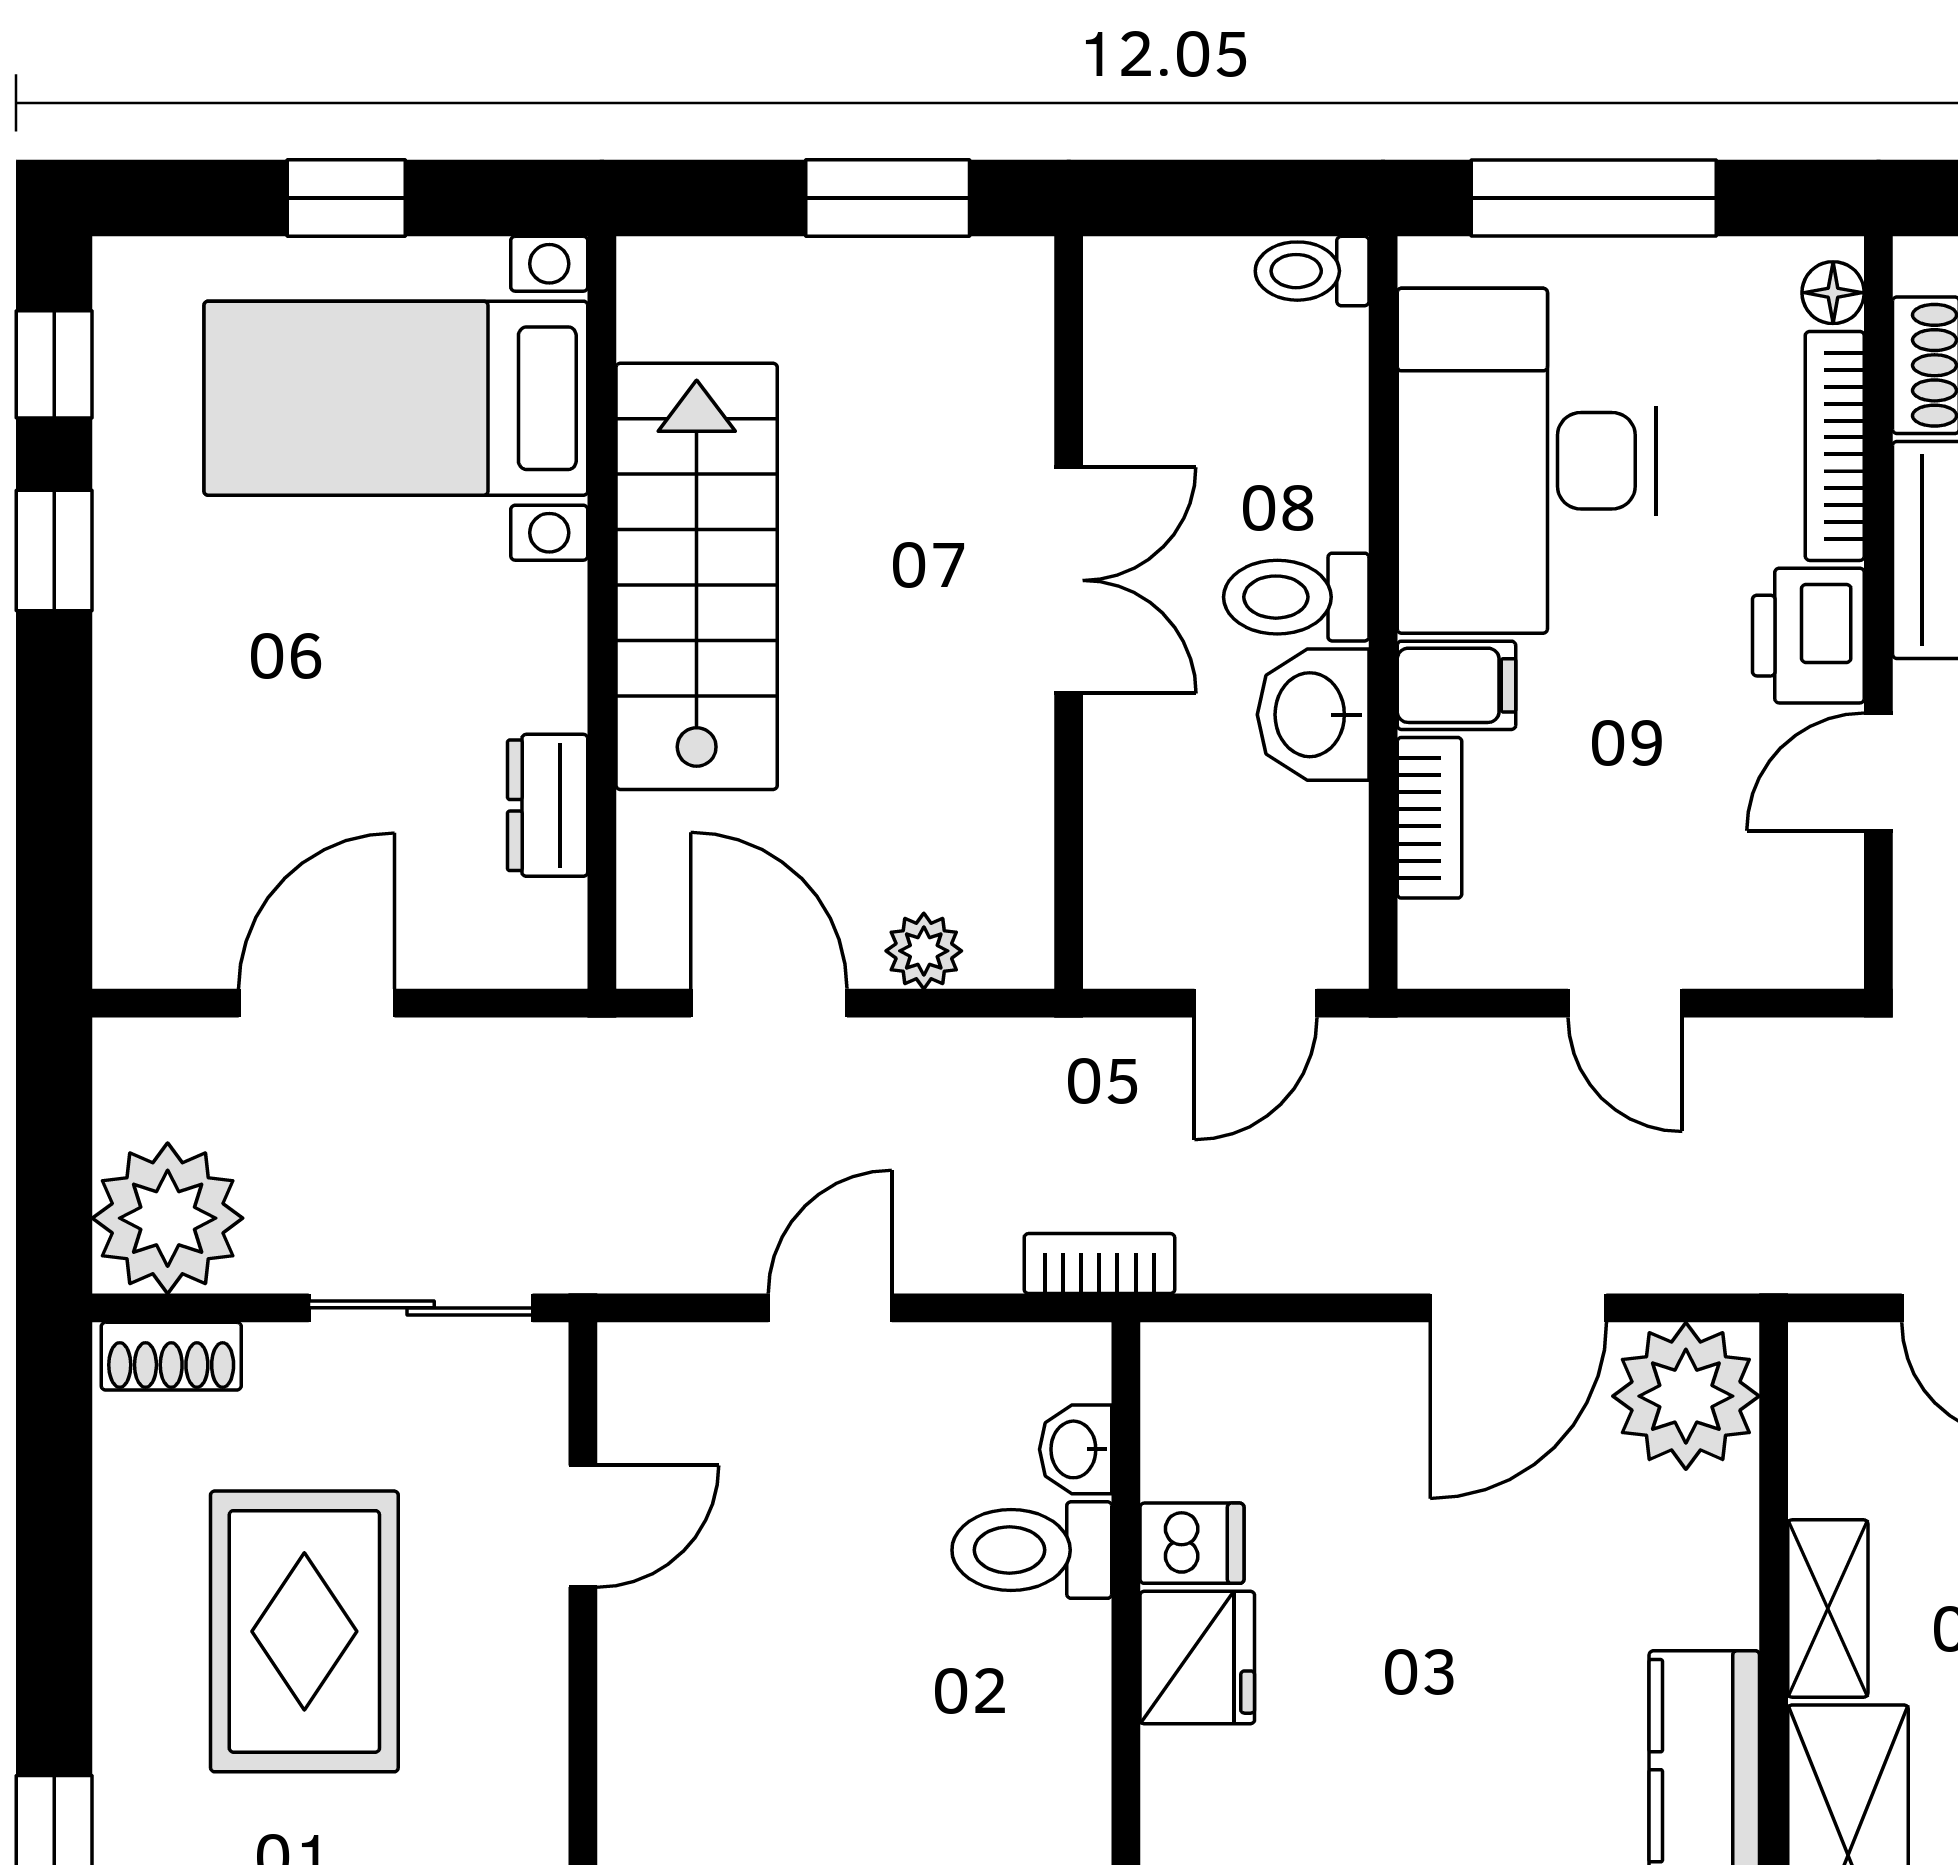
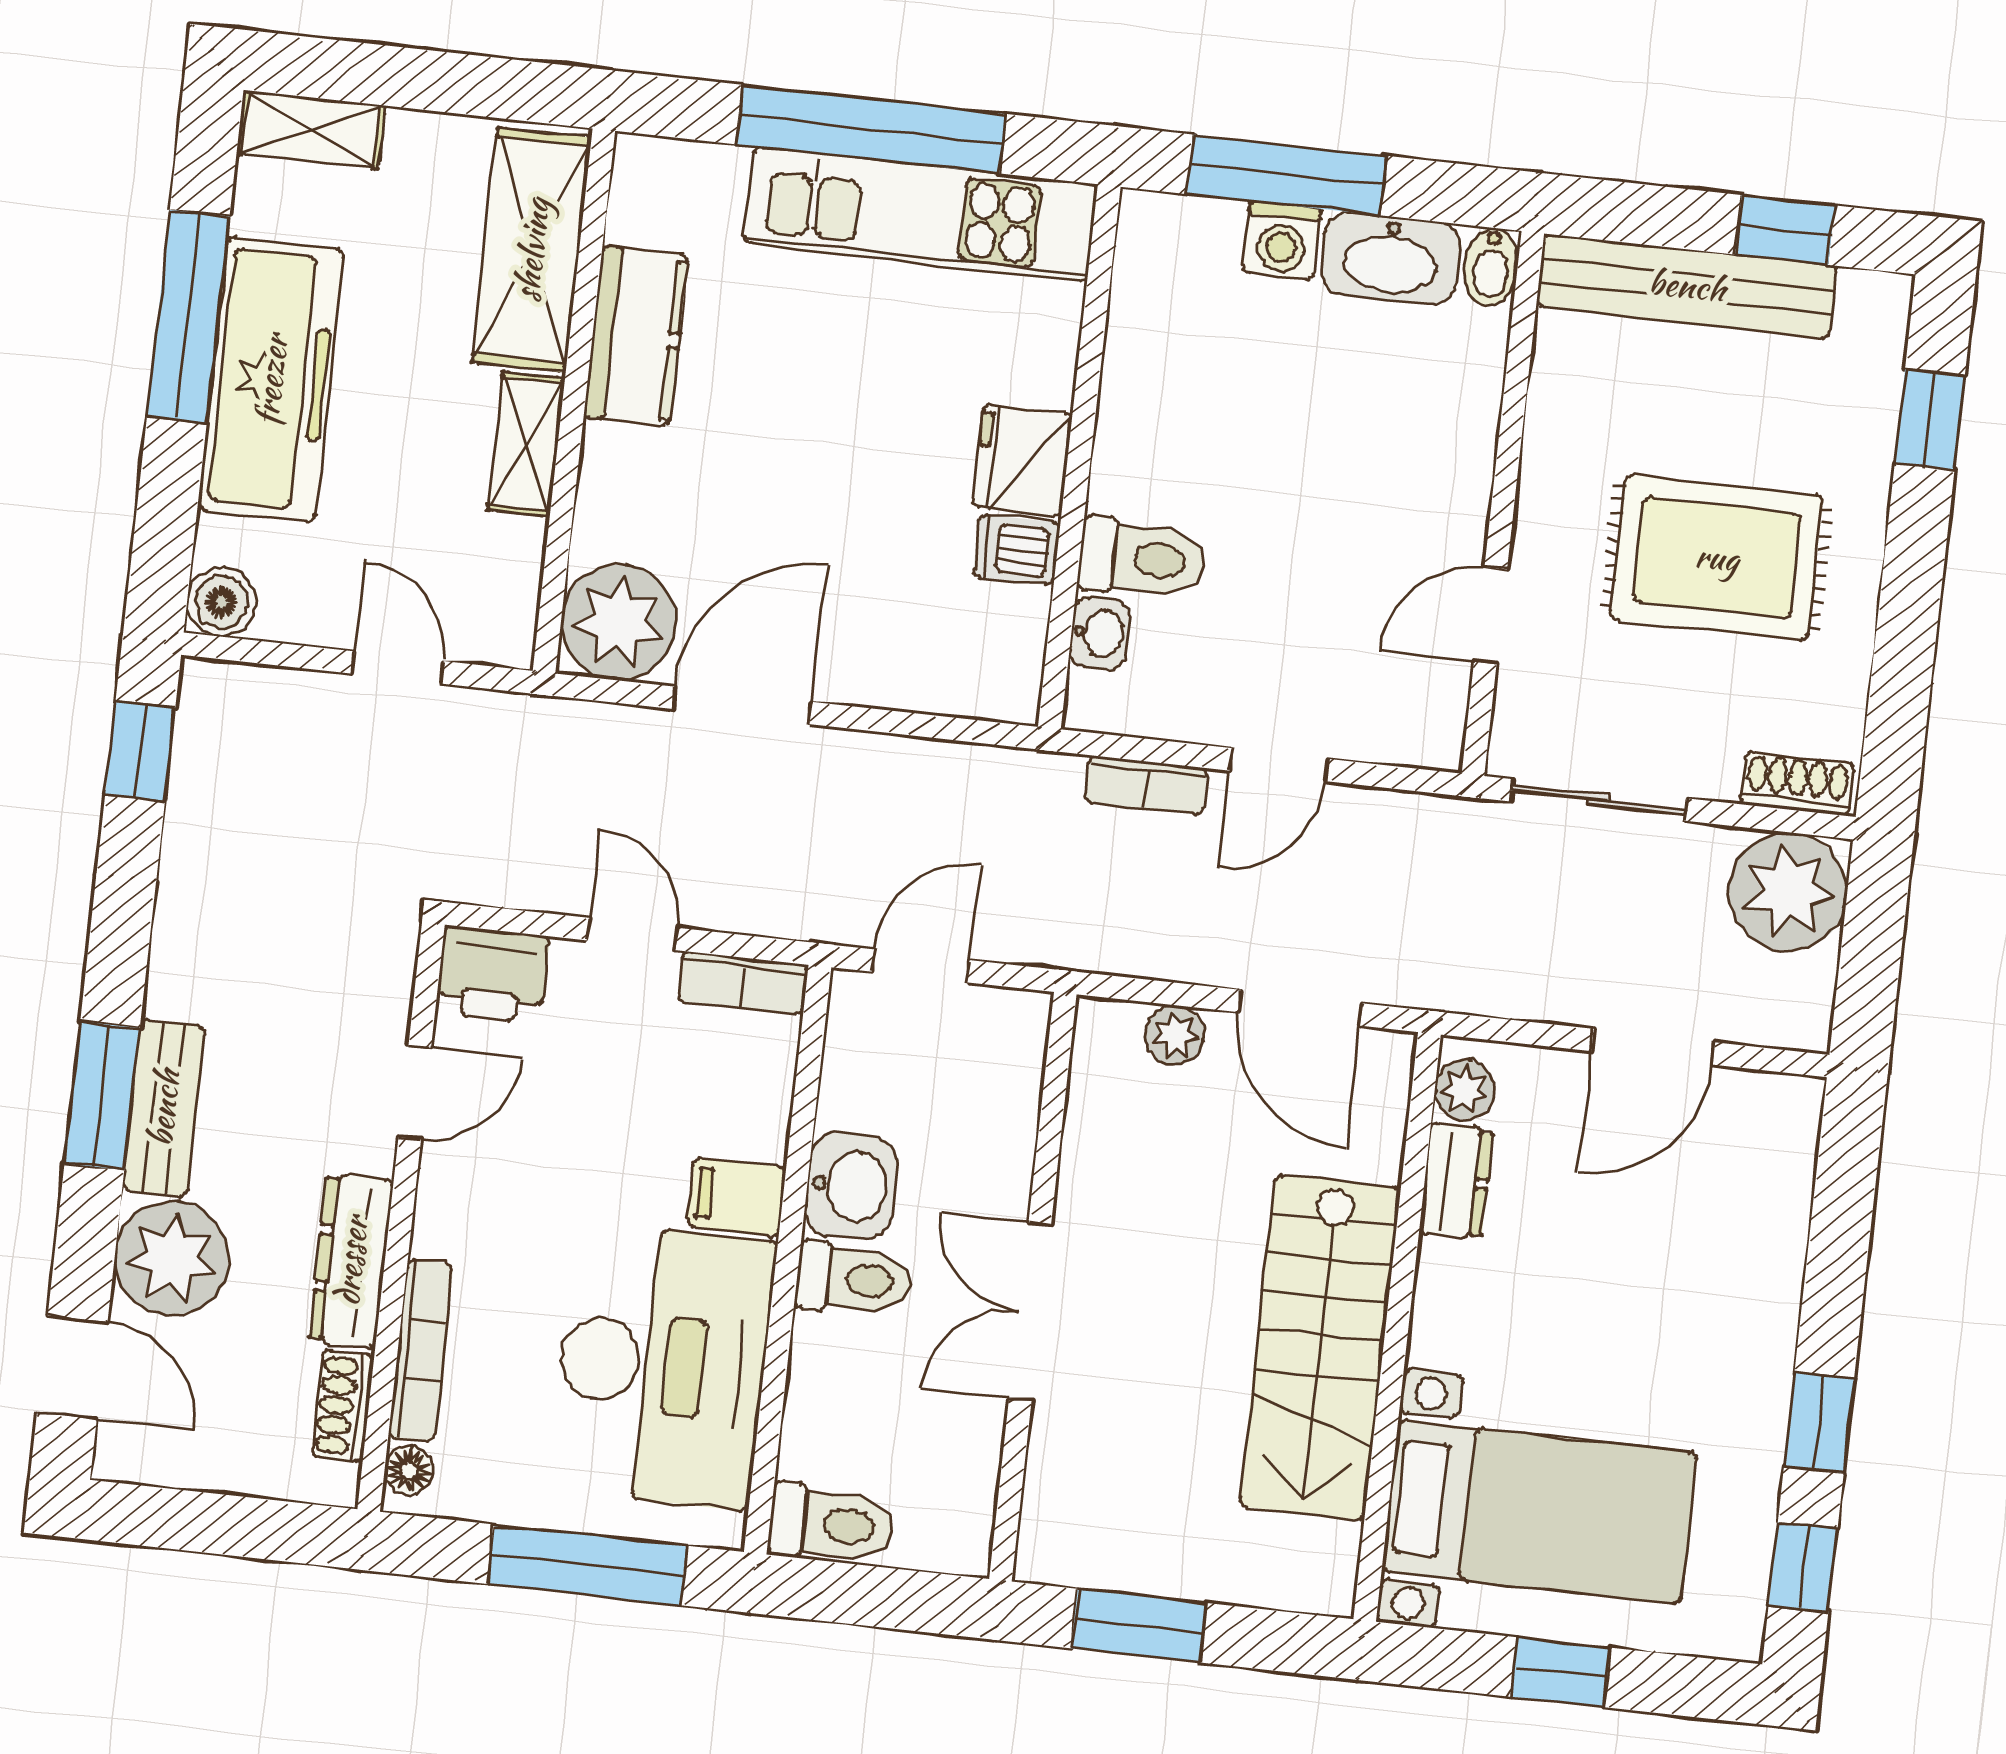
toilet: (1312, 271) -> (832, 1524), width x1.37, depth x1.39
printer: (1808, 636) -> (492, 974), moved, turned 90
bookcase: (1430, 818) -> (743, 983), moved, turned -90
plant: (550, 922) -> (1465, 1090), added
bookcase: (1099, 1264) -> (1146, 785), moved
rug: (304, 1631) -> (1717, 558), turned 90

